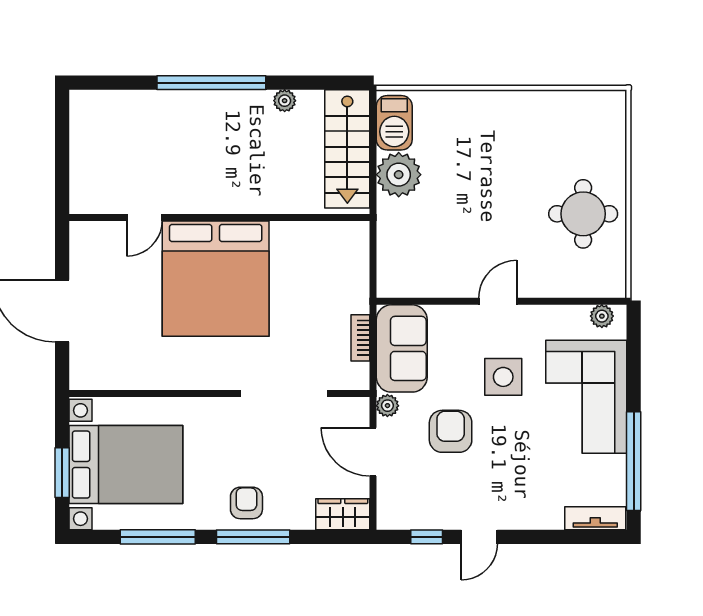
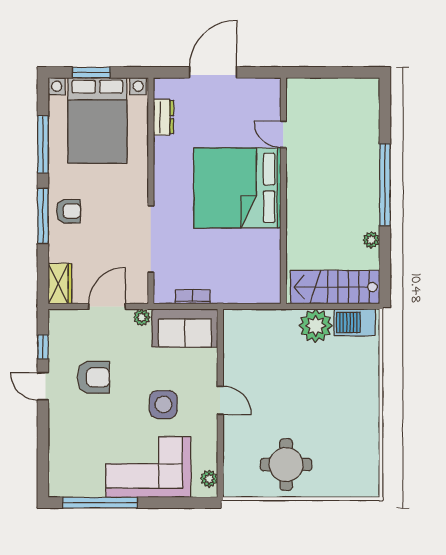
dresser: (122, 377) -> (163, 117), added
armchair: (451, 431) -> (93, 377), moved
tv unit: (595, 518) -> (57, 474), removed

